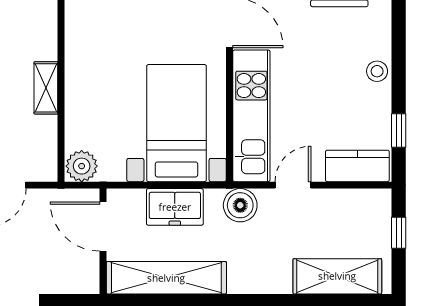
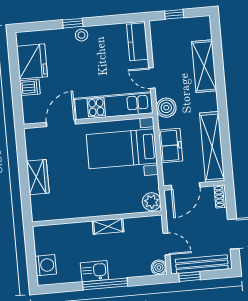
window: (399, 130) -> (73, 23), moved
shelving: (337, 276) -> (204, 66), moved
shoe rack: (80, 285) -> (220, 196), added

